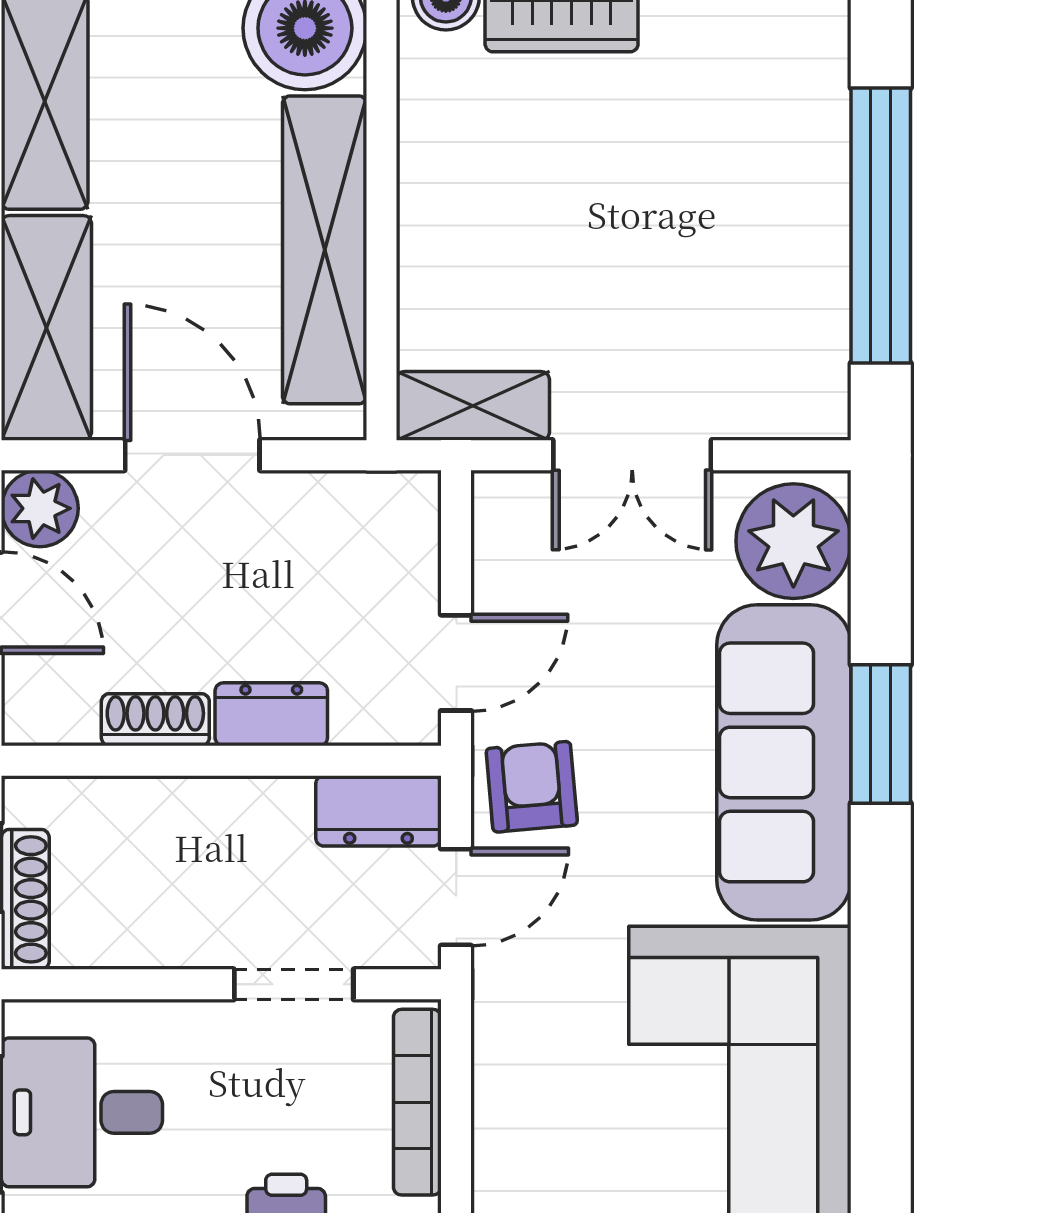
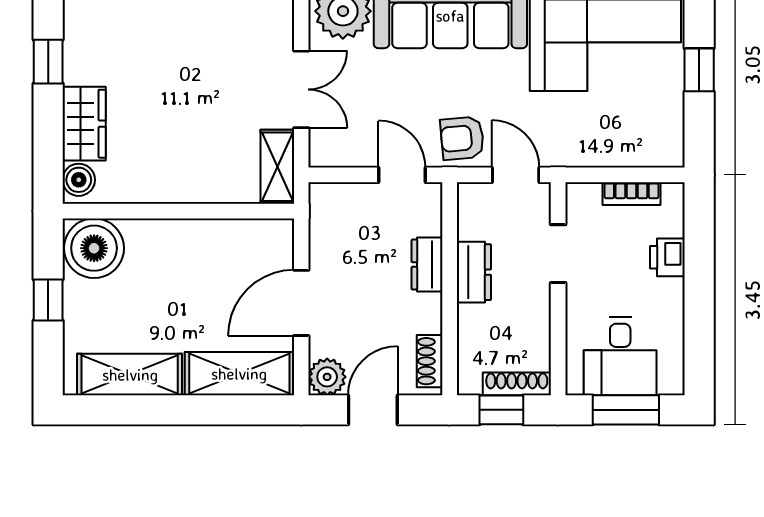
shelving: (325, 250) -> (202, 239), removed
shoe rack: (155, 720) -> (430, 361), moved
dresser: (378, 811) -> (474, 272), moved
bookcase: (417, 1102) -> (631, 194), width x0.64

